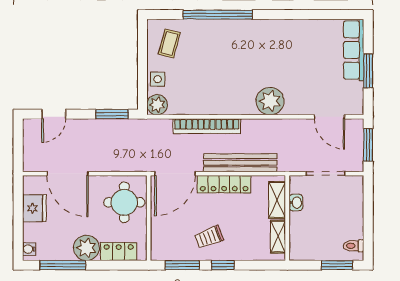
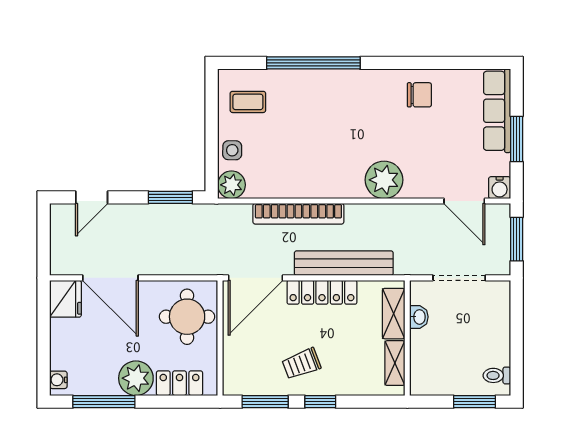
chair: (296, 38) -> (419, 95), added
coffee table: (169, 43) -> (248, 102), turned 75
water cooler: (356, 107) -> (500, 188), added
fridge: (34, 208) -> (65, 299), moved

